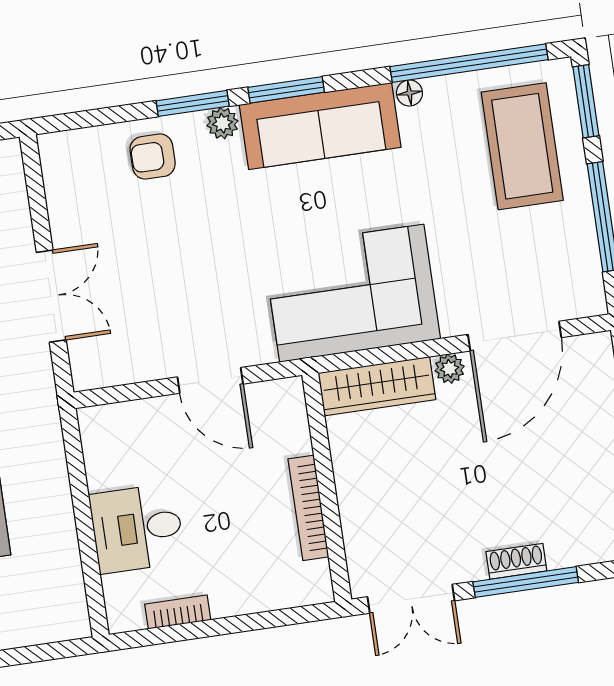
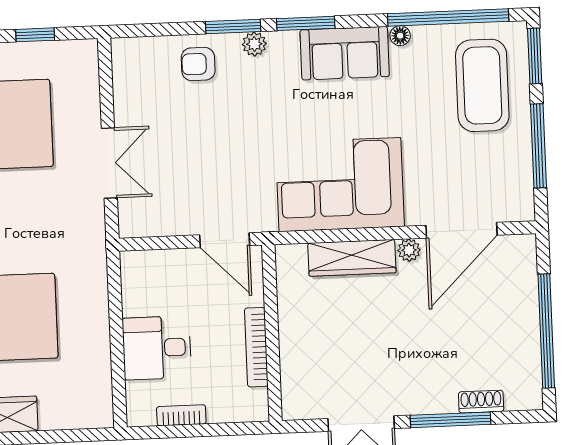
sofa: (320, 126) -> (345, 53), width x0.73
wall: (327, 487) -> (272, 333), moved
bookcase: (308, 508) -> (256, 347), moved
shoe rack: (516, 561) -> (481, 402), moved

